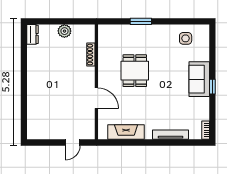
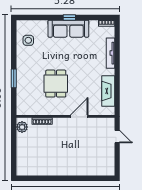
plant: (64, 31) -> (22, 127), moved
dresser: (32, 34) -> (25, 171), removed
dining table: (135, 71) -> (56, 84), turned 90
sofa: (199, 79) -> (68, 29), width x1.36

